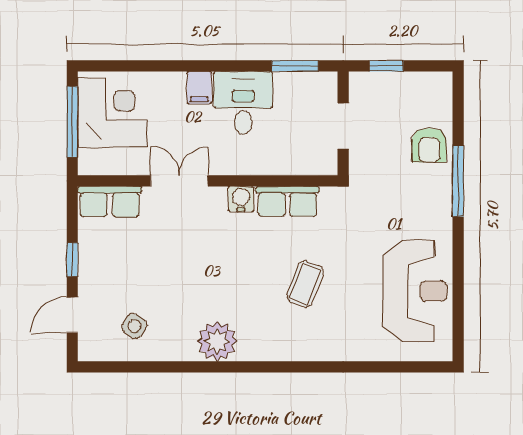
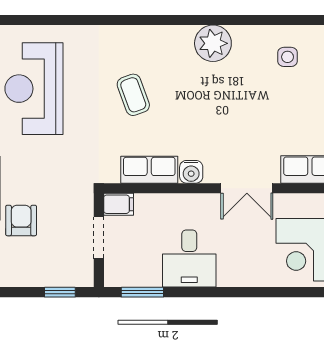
filing cabinet: (199, 88) -> (119, 204), moved, turned 90
coffee table: (305, 284) -> (133, 95), turned -41
side table: (134, 326) -> (288, 57), turned -36

